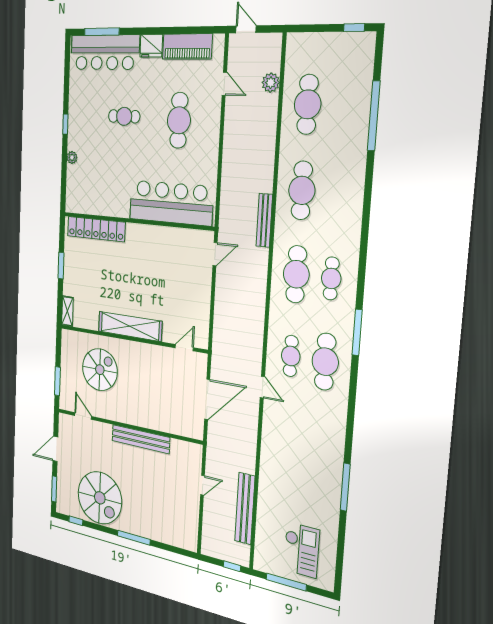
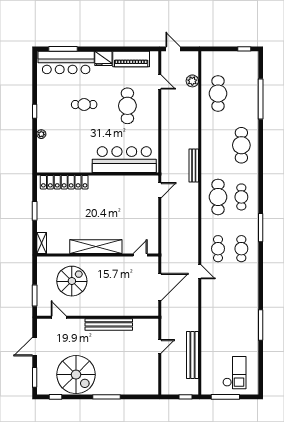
cafe table: (302, 190) -> (241, 145), moved
cafe table: (325, 362) -> (241, 249), width x0.73, depth x0.74

